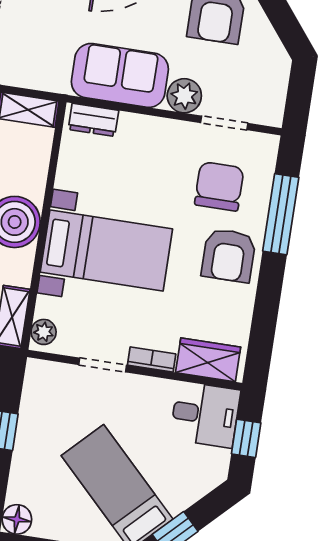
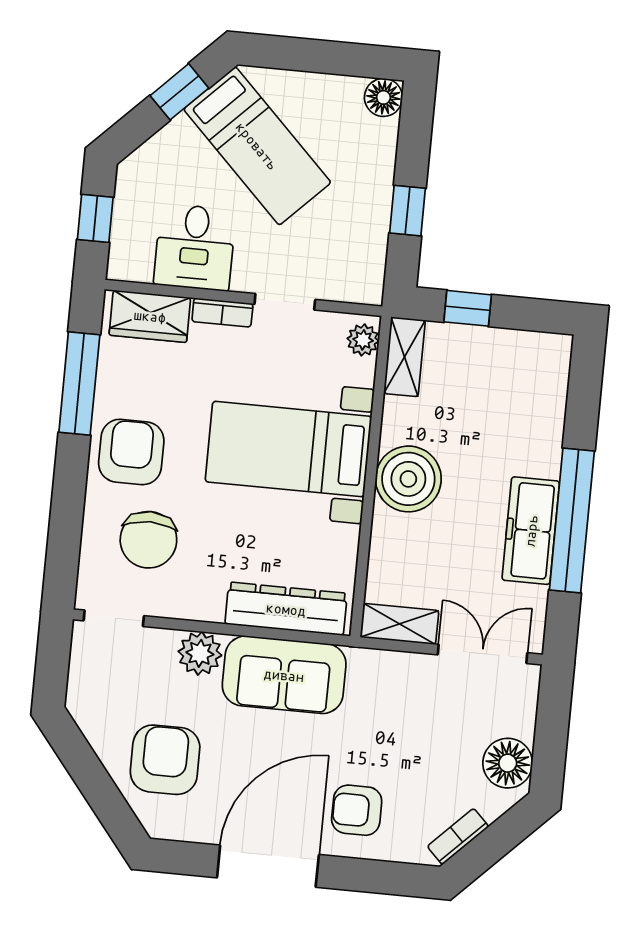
dresser: (93, 120) -> (286, 609), width x1.96, depth x1.24
doorway: (224, 123) -> (114, 618), moved
window: (281, 214) -> (79, 383), moved
desk: (205, 415) -> (195, 247), moved, turned -90

